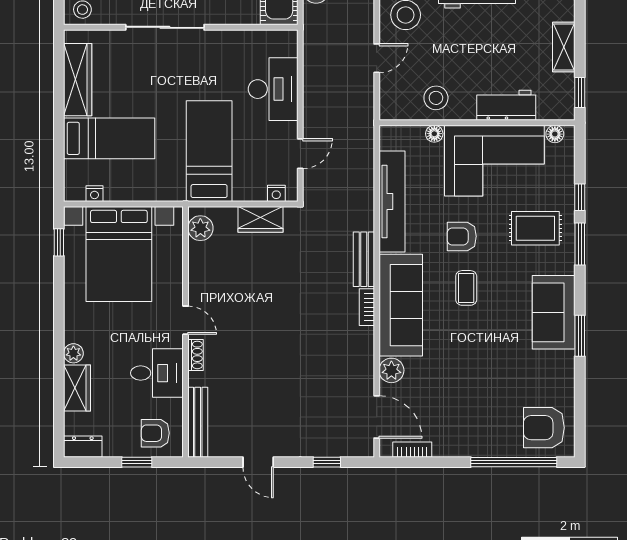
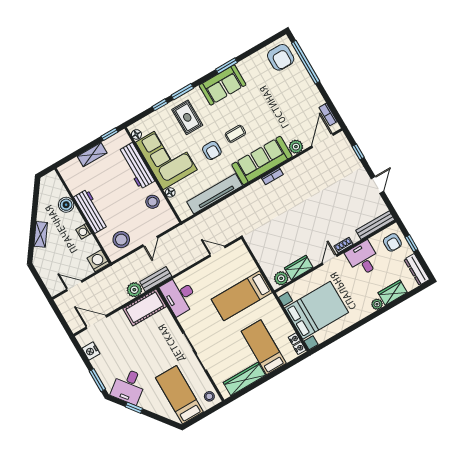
door: (377, 58) -> (150, 241), swing flipped
desk: (273, 89) -> (179, 295), moved, turned -90
workbench: (506, 105) -> (136, 166), width x1.38
nightstand: (276, 193) -> (300, 348), moved
wardrobe: (261, 219) -> (299, 268), moved, turned -90
window: (59, 242) -> (328, 342), removed
bench: (364, 259) -> (156, 279), moved
dresser: (83, 447) -> (417, 269), width x1.44

